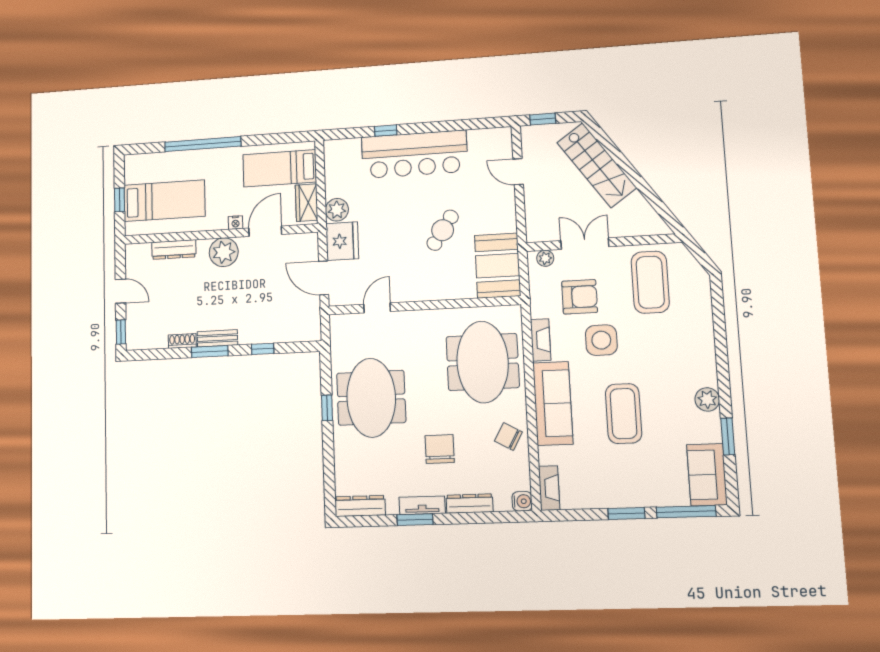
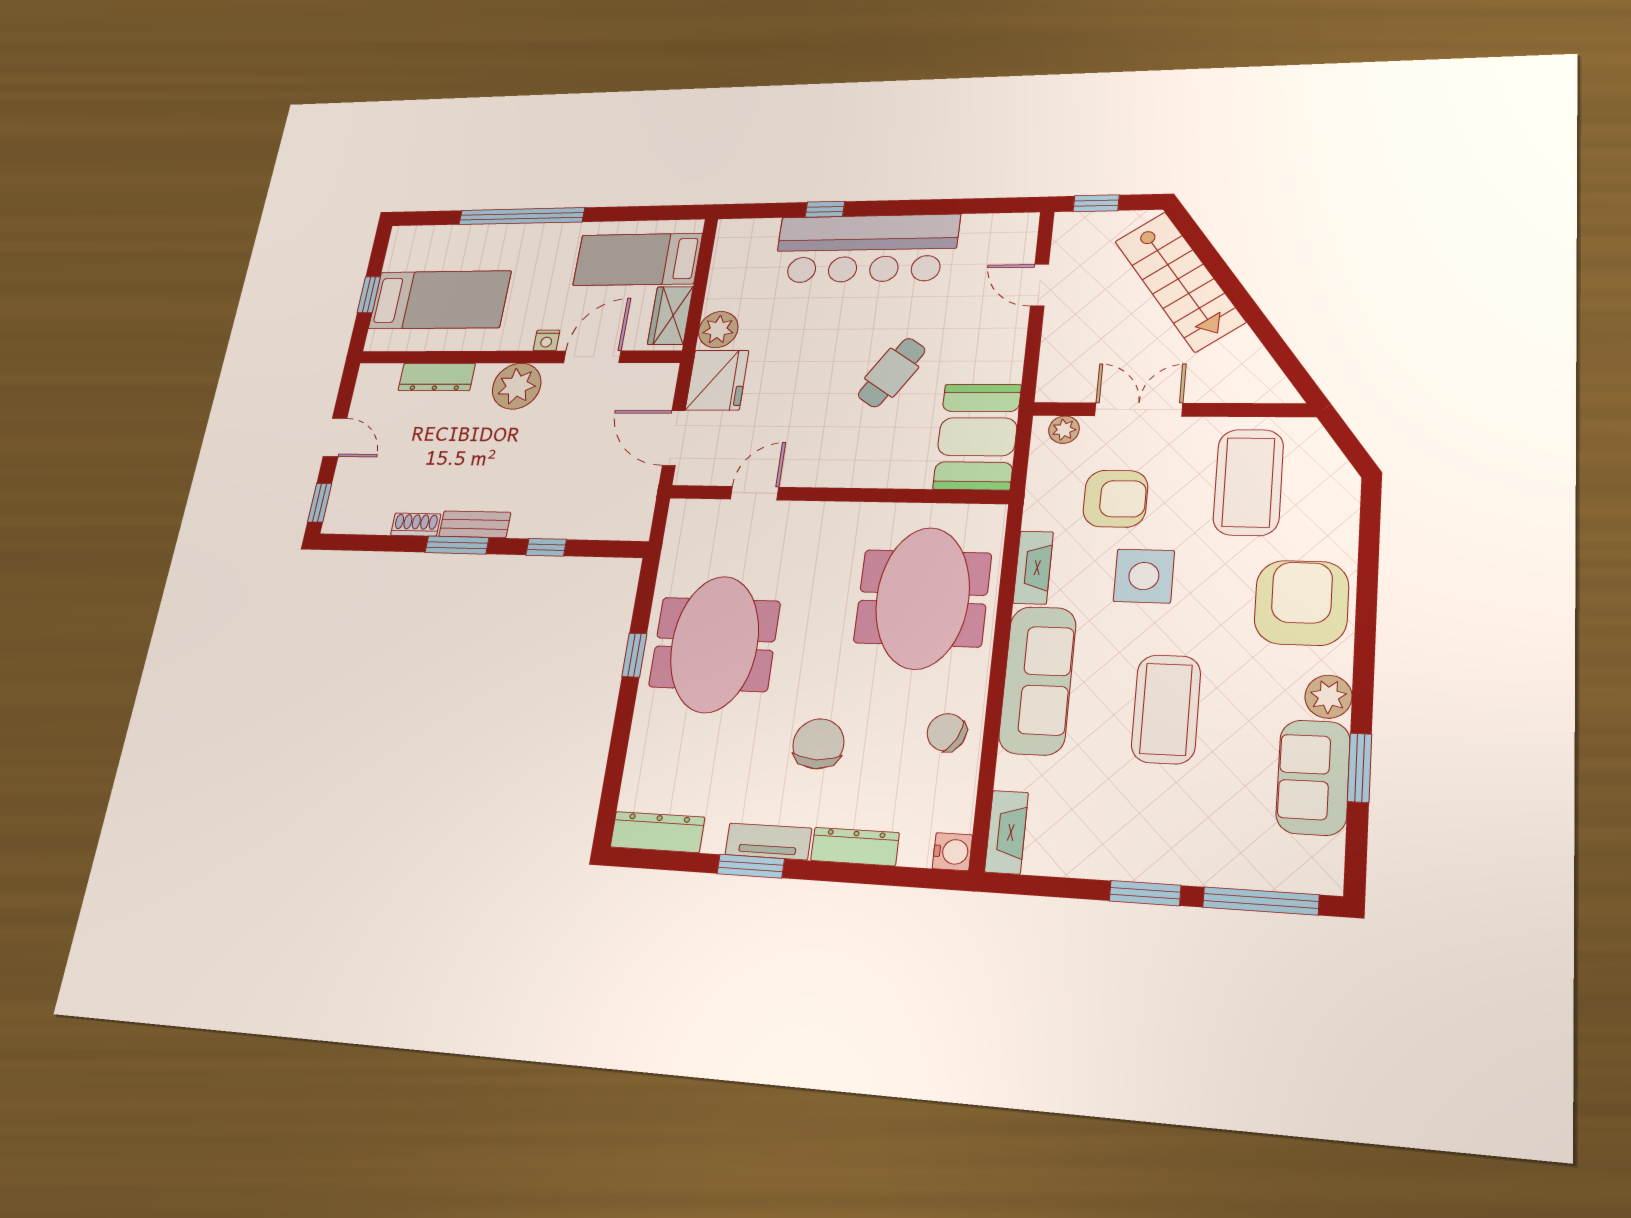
armchair: (687, 349) -> (1301, 603), added
sofa: (707, 475) -> (1313, 777), moved

